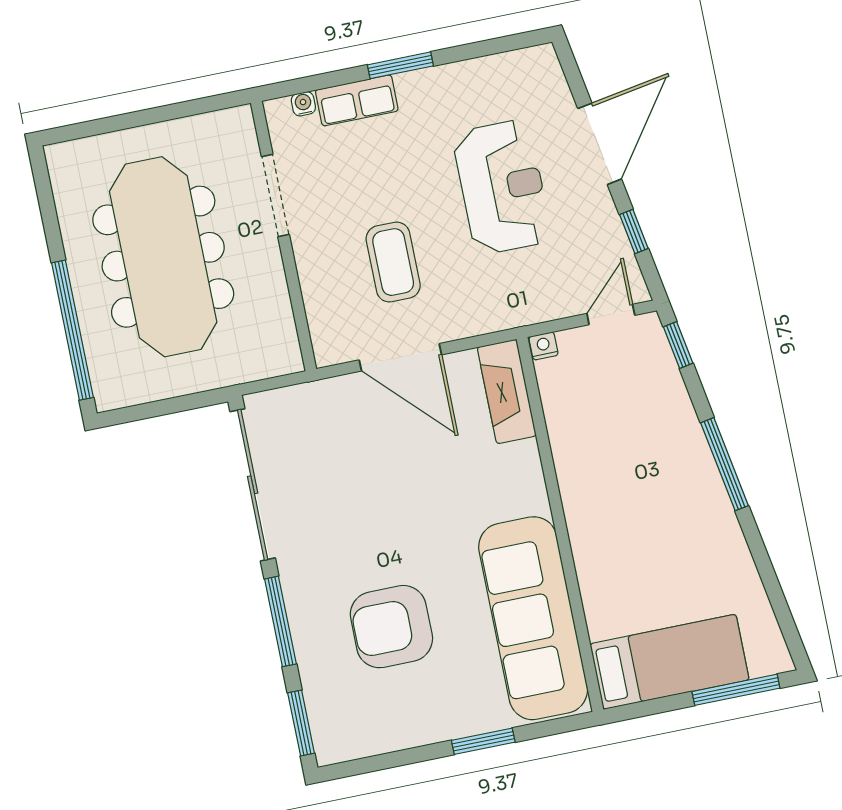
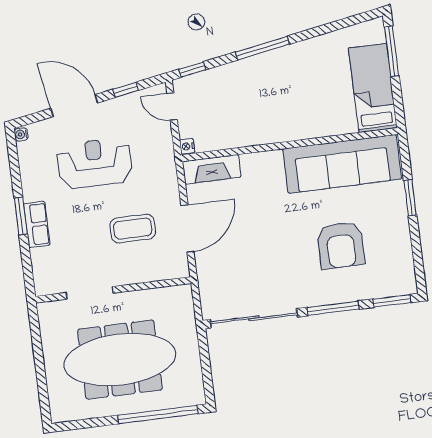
row of seats: (357, 100) -> (37, 224), moved
water cooler: (303, 104) -> (21, 134), moved

